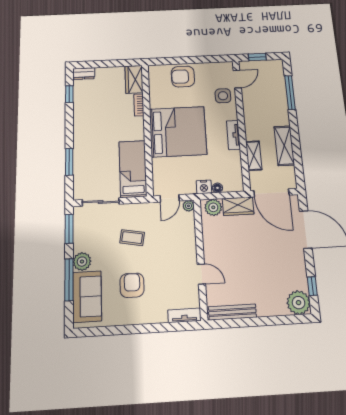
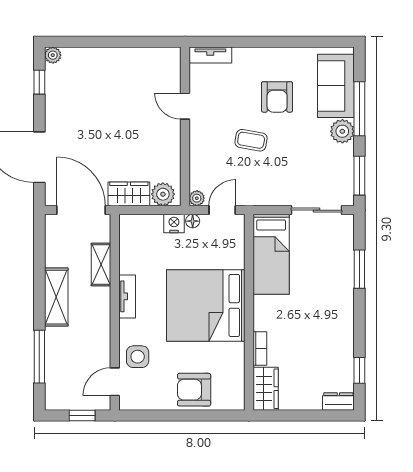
armchair: (183, 77) -> (194, 390), turned 180
shelving: (284, 146) -> (56, 297), moved
floor lamp: (217, 188) -> (193, 221), moved
coffee table: (132, 238) -> (251, 140), moved
plant: (299, 303) -> (53, 55), width x0.53, depth x0.53
bench: (232, 312) -> (148, 56), removed

